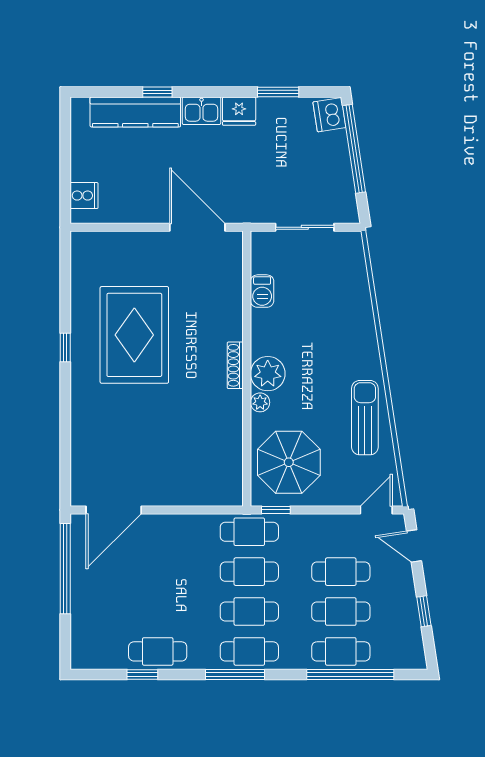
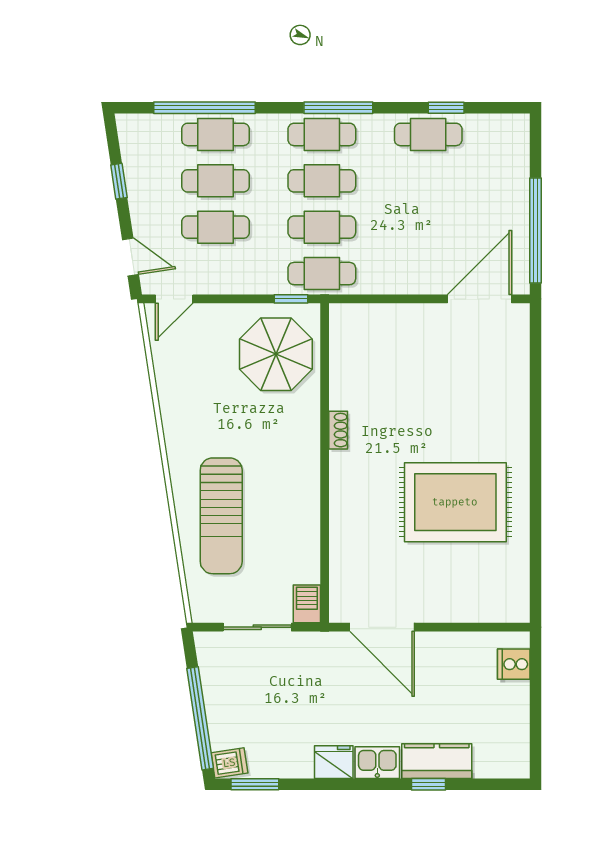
window: (278, 92) -> (255, 784), moved
kitchen counter: (135, 112) -> (437, 761), width x0.67
dishwasher: (329, 115) -> (229, 763), width x0.73
barbecue: (262, 291) -> (307, 604), moved
rug: (134, 335) -> (455, 502), turned 90
window: (65, 347) -> (536, 488), removed
shoe rack: (235, 365) -> (338, 430), moved, width x0.70
plant: (268, 374) -> (300, 457), removed
plant: (260, 402) -> (309, 424), removed
sun lounger: (365, 418) -> (221, 516), moved, width x1.36, depth x1.34

